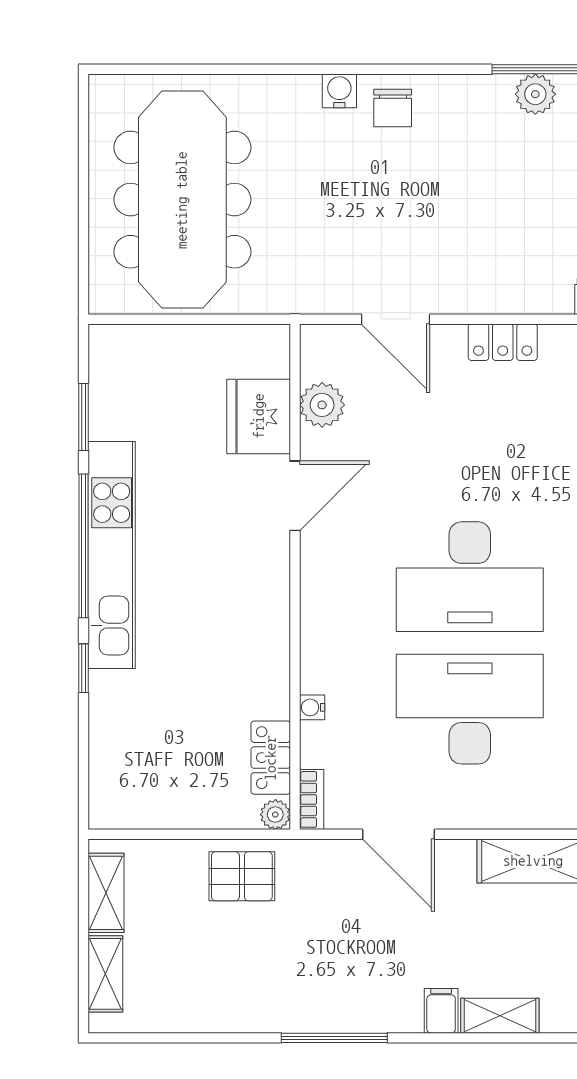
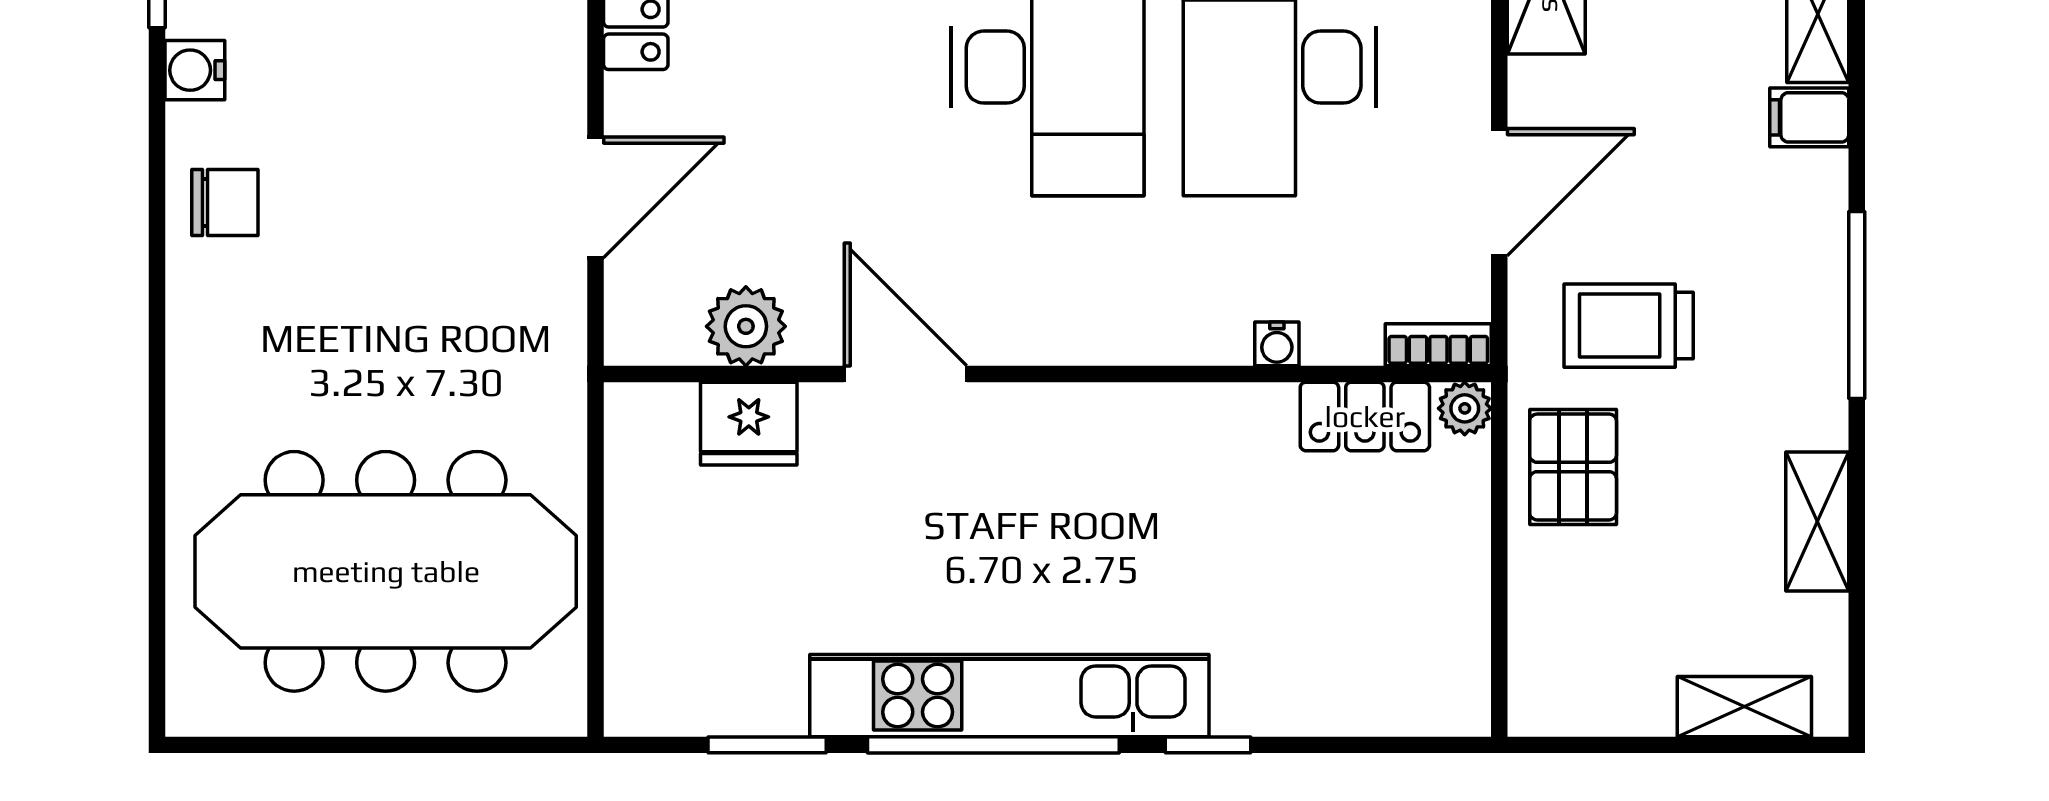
water cooler: (339, 91) -> (195, 70), moved
fridge: (259, 416) -> (749, 424), width x0.73, depth x0.75
shelving: (106, 893) -> (1817, 521), moved, turned 90
trolley: (322, 908) -> (1629, 326), added

